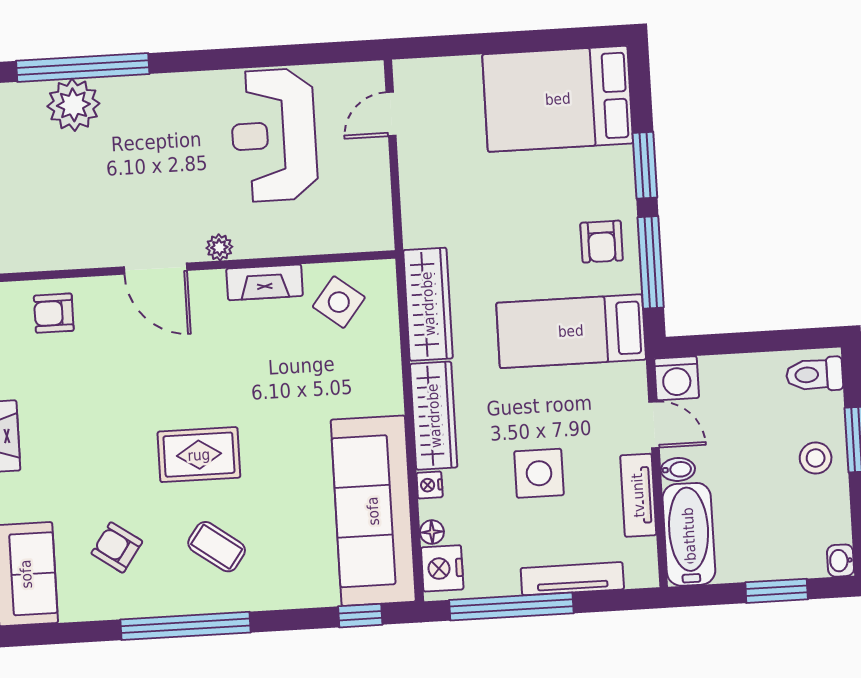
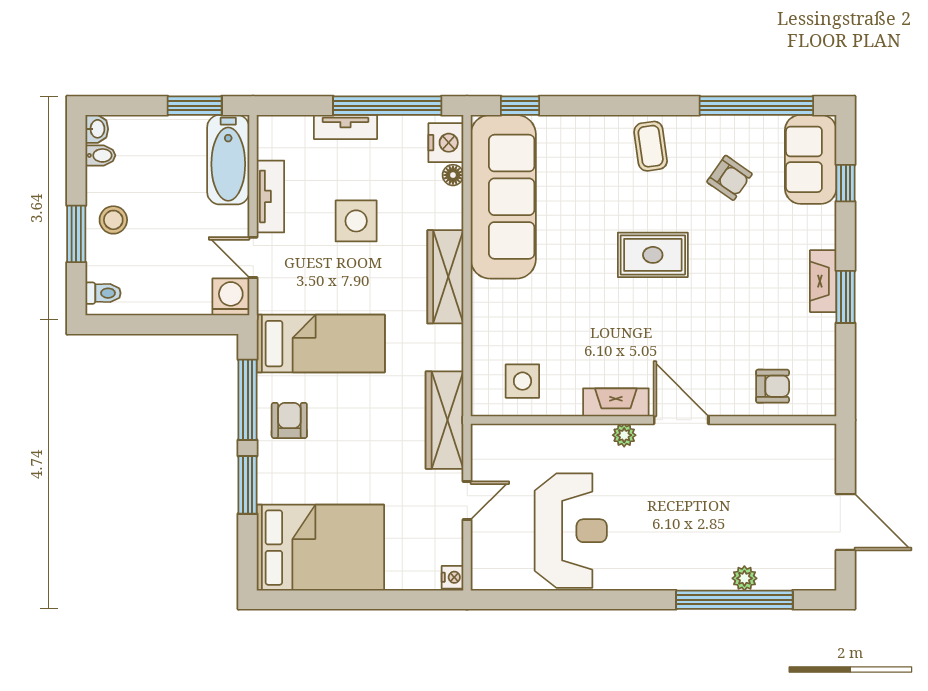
plant: (73, 105) -> (744, 578), width x0.53, depth x0.53
door: (391, 114) -> (467, 501), moved
fireplace: (265, 282) -> (616, 402), moved
side table: (339, 302) -> (522, 381), turned -38
wardrobe: (428, 304) -> (445, 420), moved
toilet: (815, 374) -> (103, 293), width x0.73, depth x0.72
bidet: (678, 469) -> (100, 155), moved, turned 180
nightstand: (430, 485) -> (453, 577), moved
coffee table: (217, 547) -> (651, 146), moved, turned 46
tv unit: (572, 579) -> (345, 127), width x0.71
window: (777, 591) -> (195, 106), moved
window: (185, 626) -> (756, 106), moved

